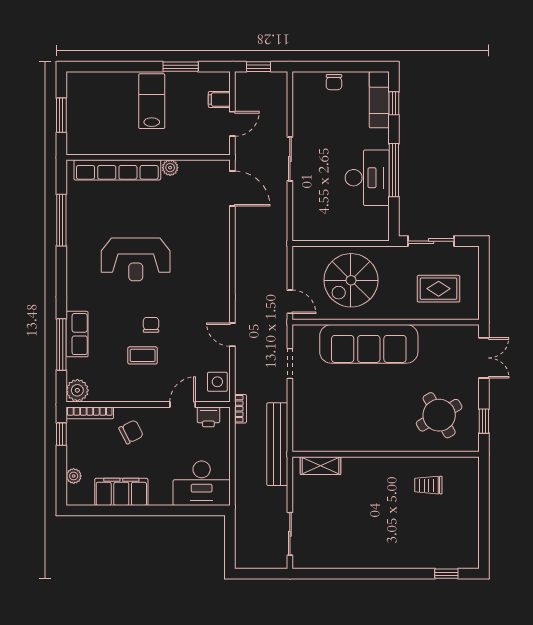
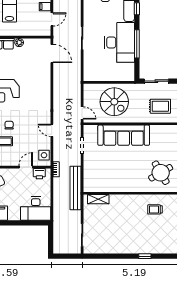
desk: (367, 178) -> (119, 42), width x1.36, depth x1.30
spiral stairs: (351, 280) -> (114, 102), turned -90
window: (446, 574) -> (145, 256), moved

